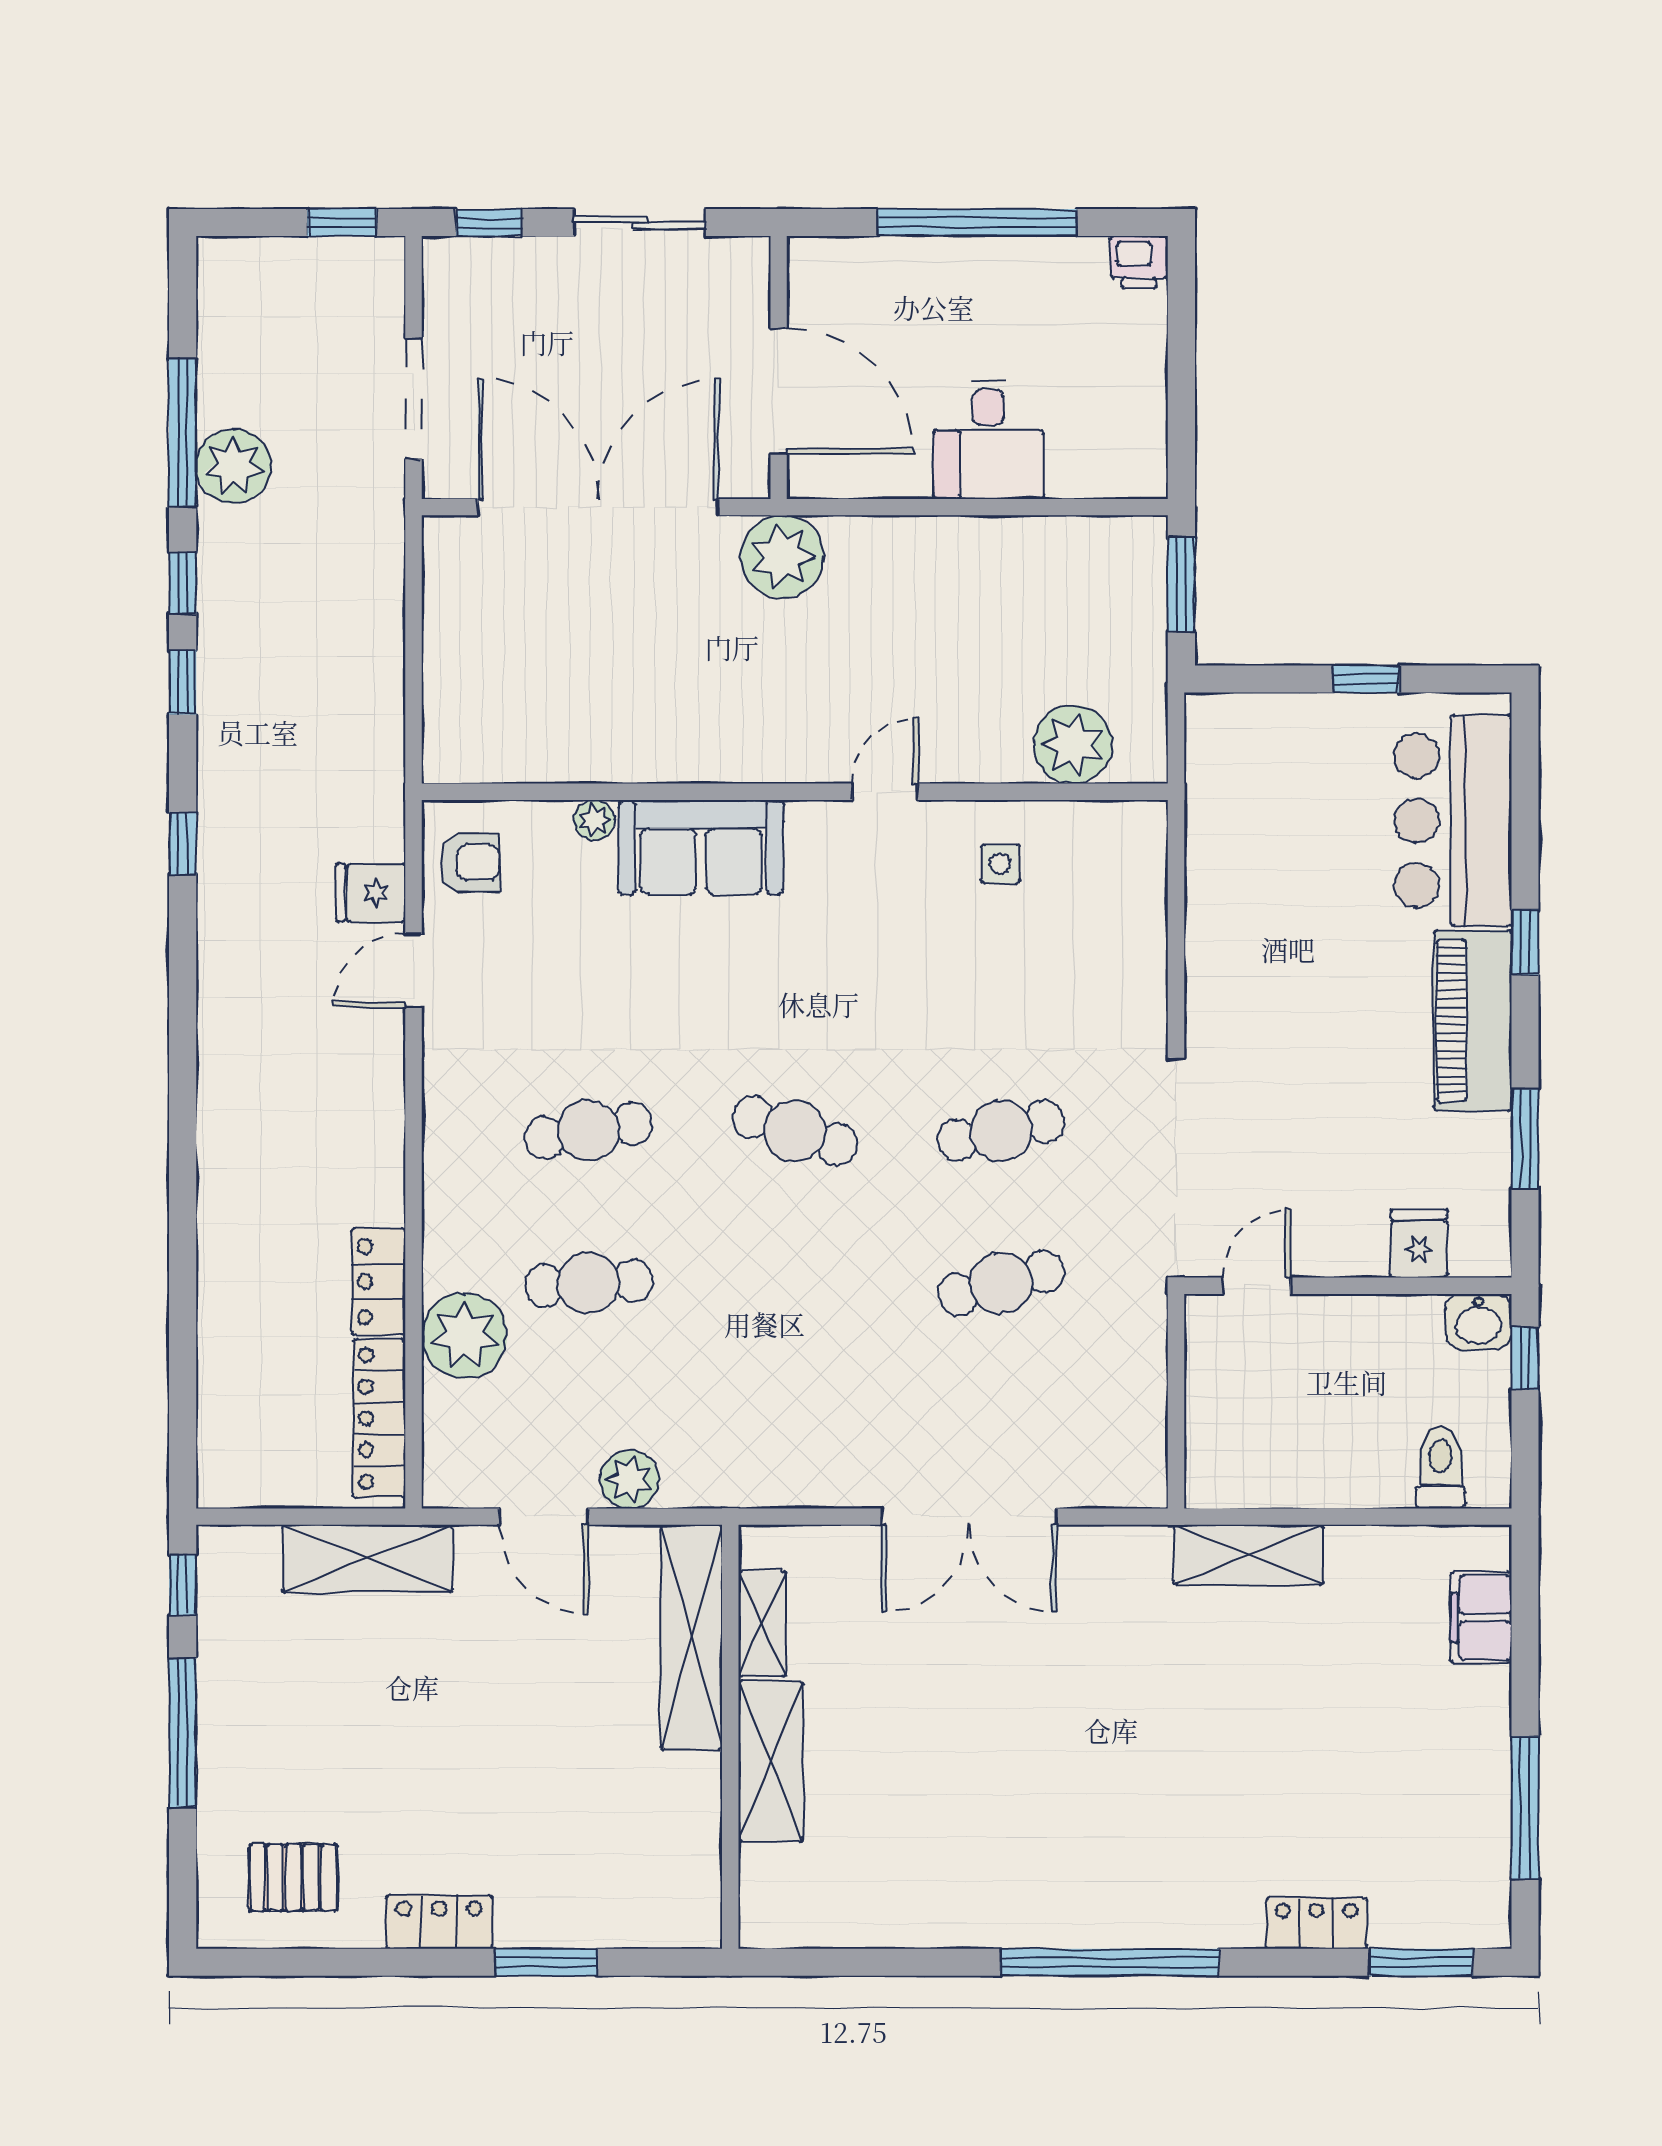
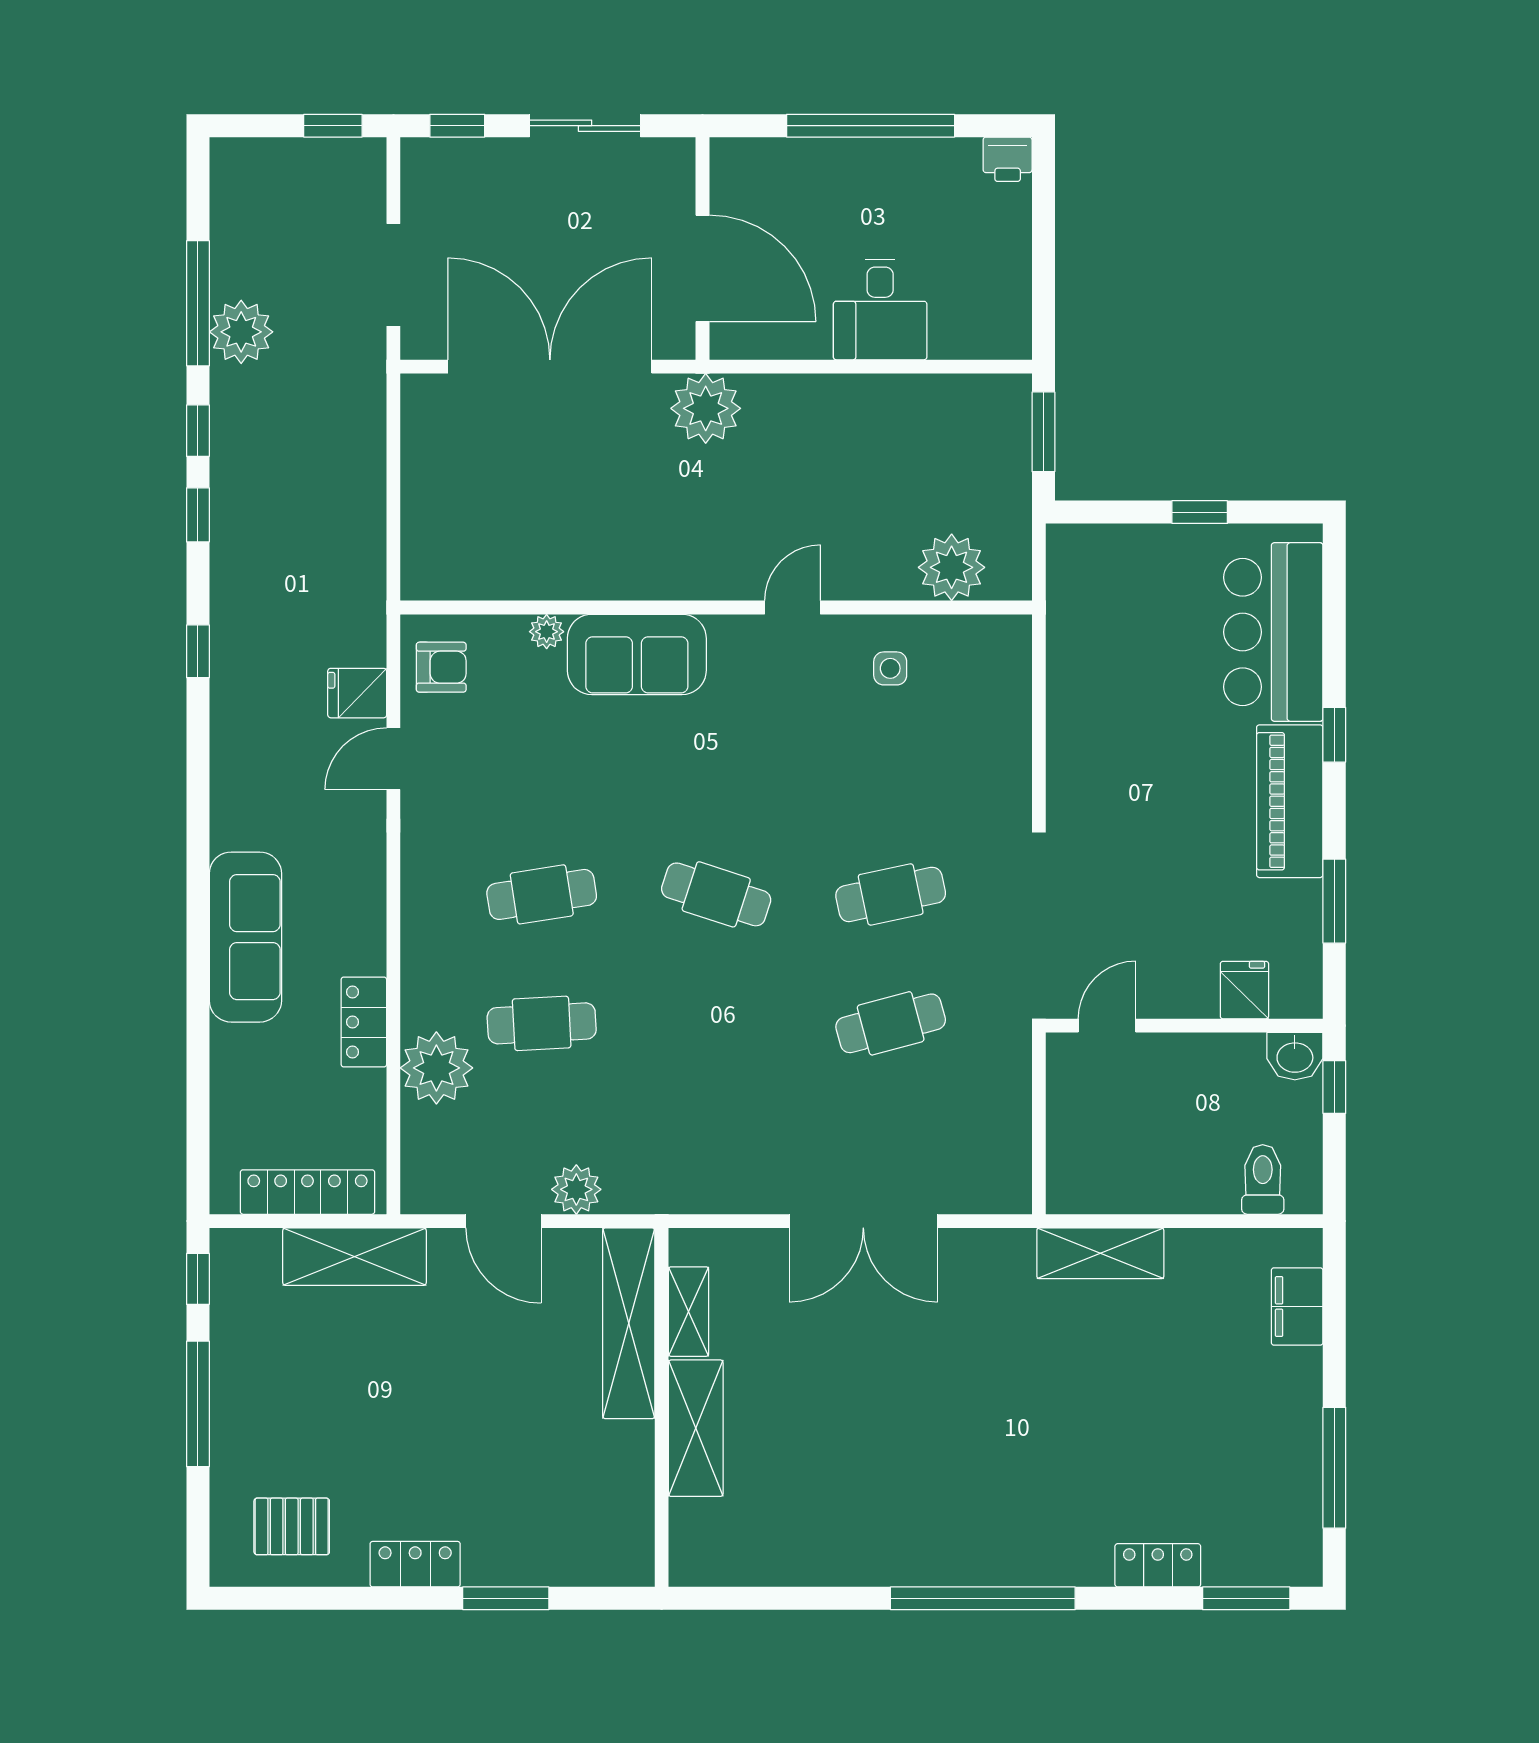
sofa: (239, 1181) -> (245, 937), added
locker: (379, 1418) -> (307, 1192), moved, turned 90

